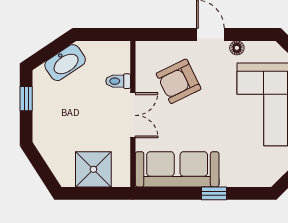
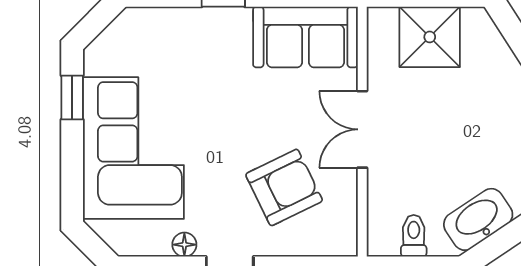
toilet: (118, 81) -> (414, 236), moved, turned -90
sofa: (177, 169) -> (305, 37), width x0.73

